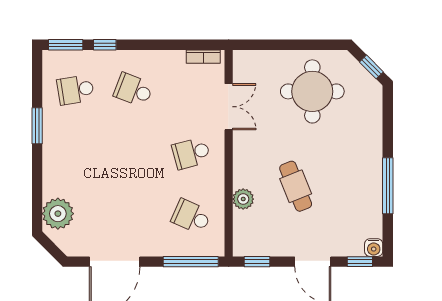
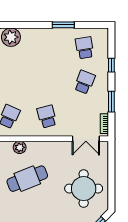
window: (66, 45) -> (111, 102), moved
double door: (229, 107) -> (86, 139), moved
cafe table: (296, 186) -> (27, 179), width x1.37, depth x1.35

